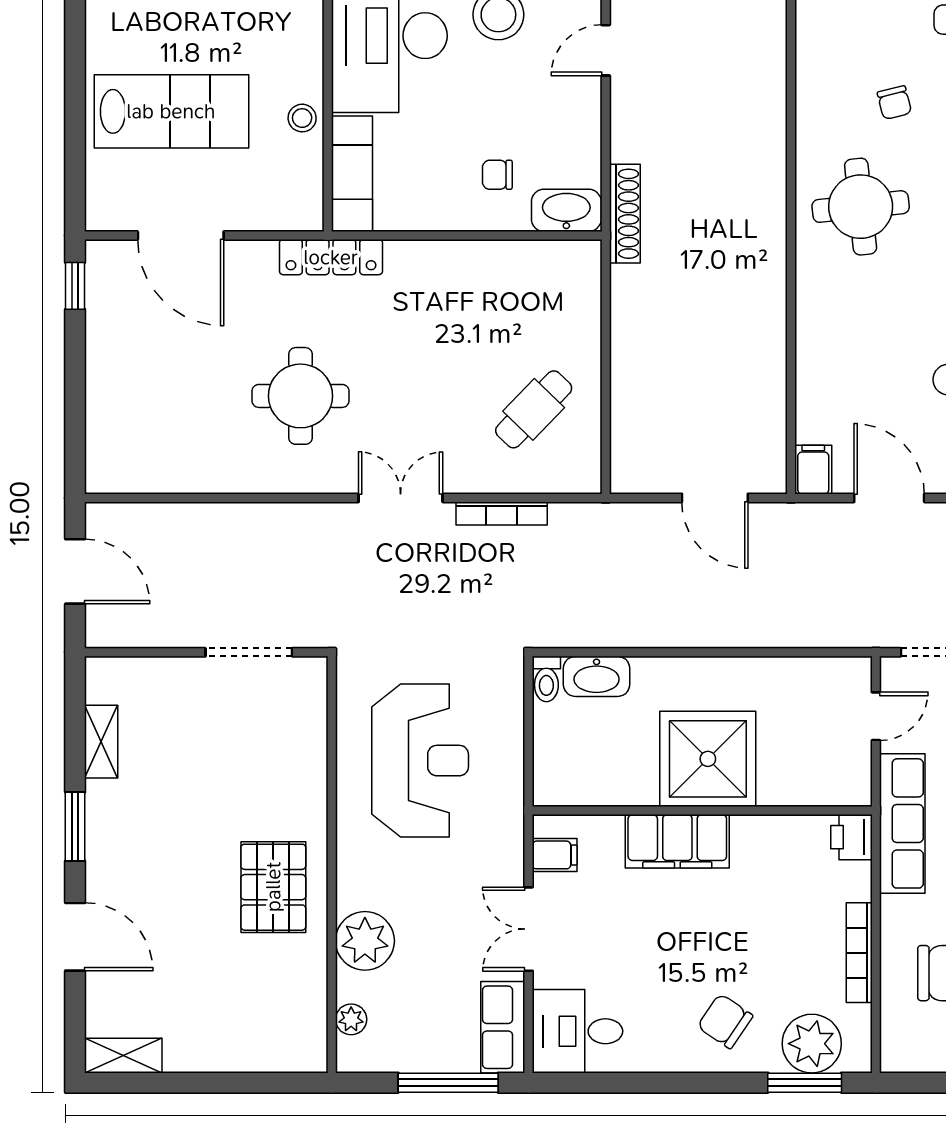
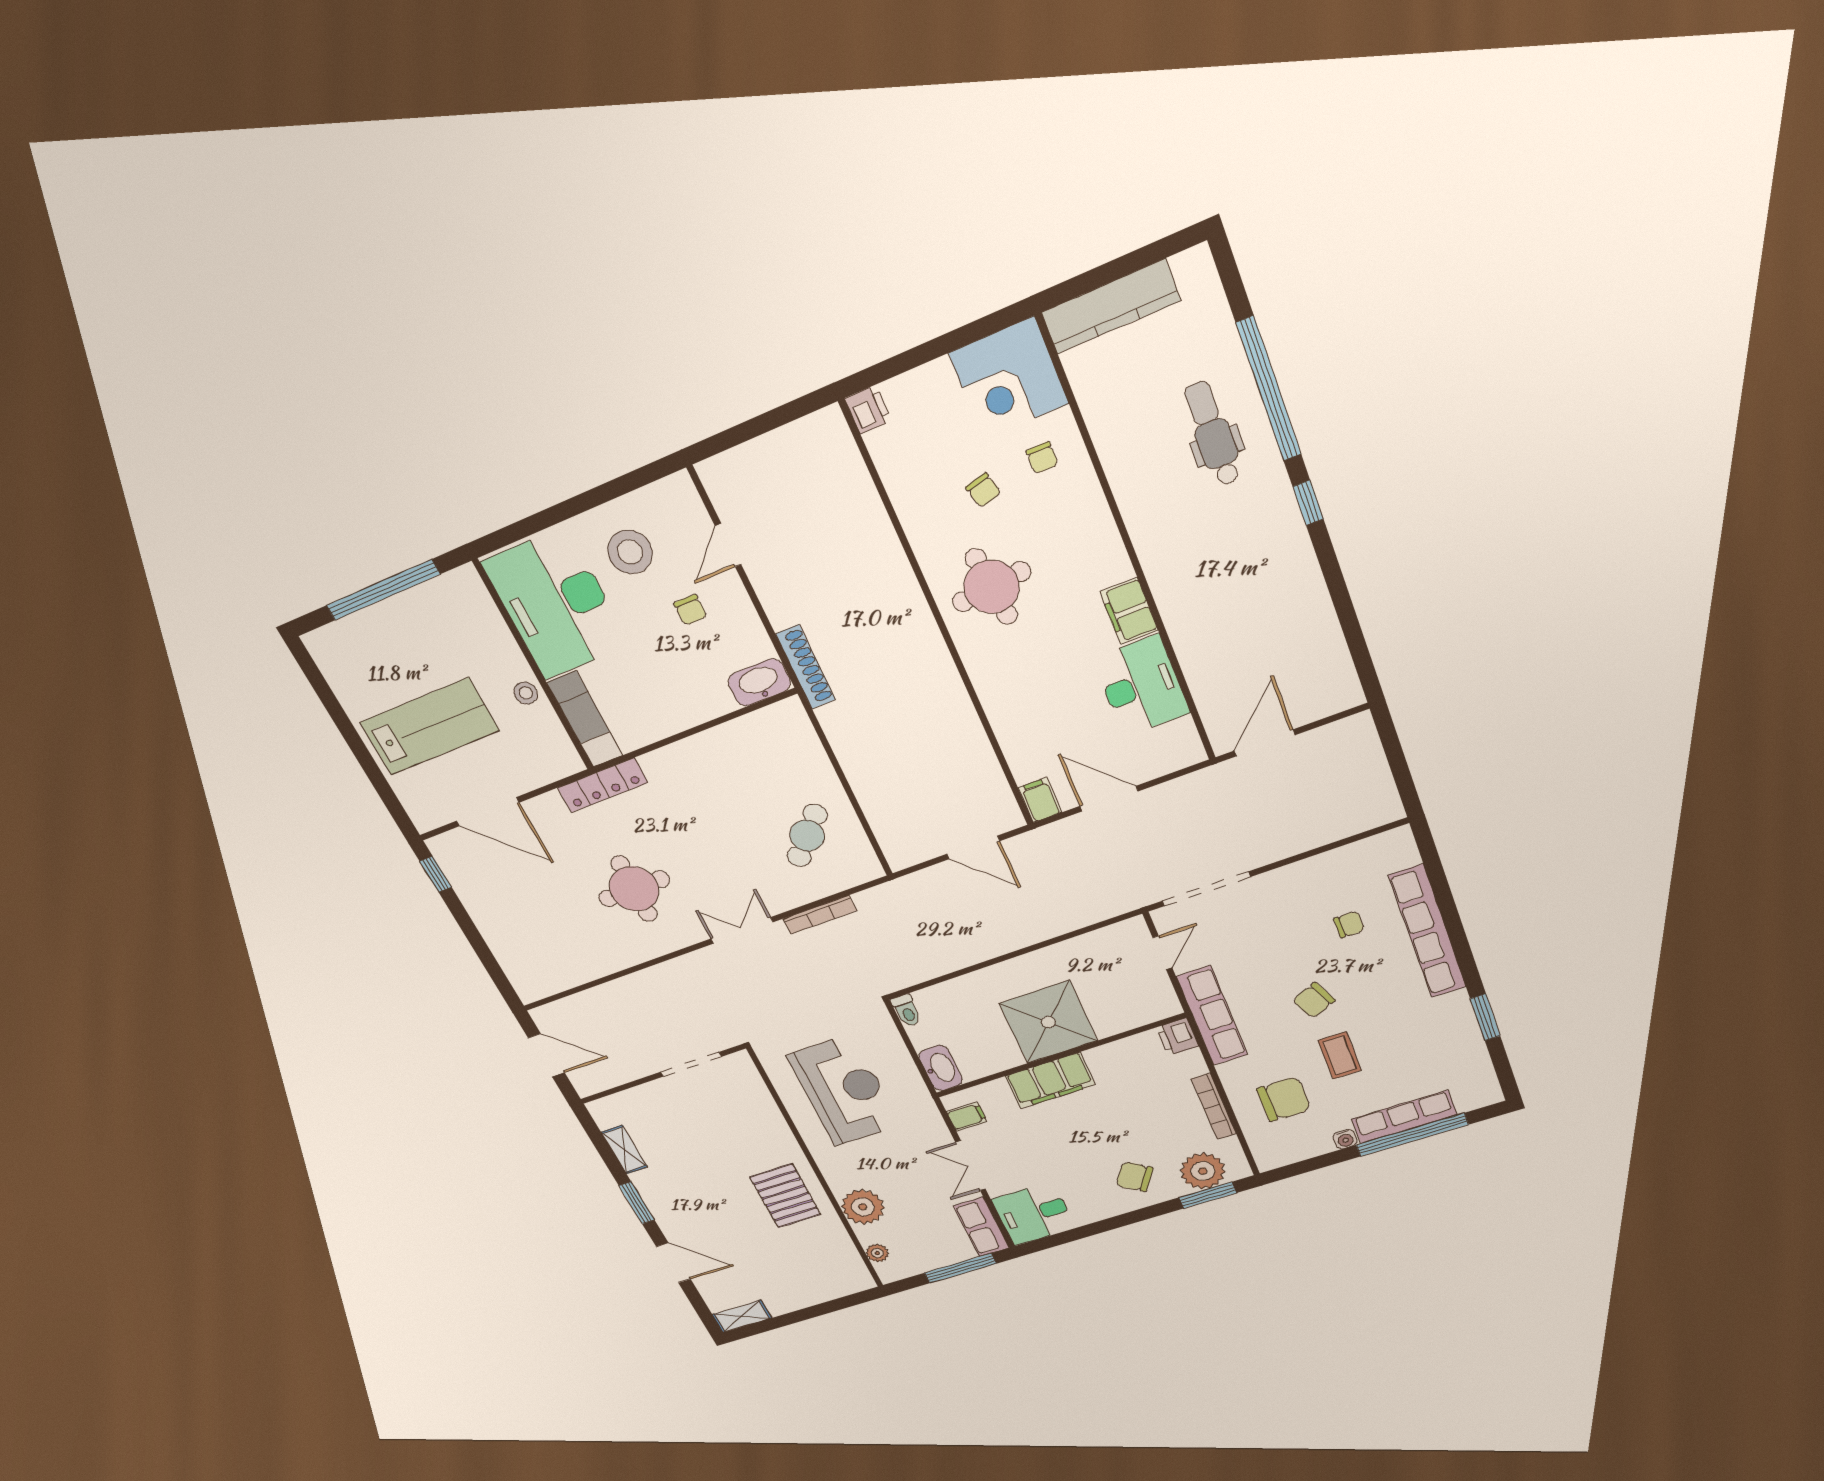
chair: (497, 175) -> (690, 610), moved, turned -90
washbasin: (597, 676) -> (941, 1068), moved, turned -90

